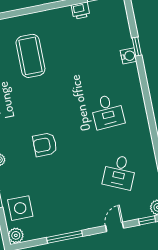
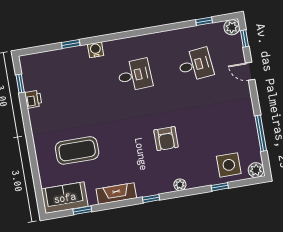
water cooler: (129, 56) -> (96, 50), moved
desk: (119, 172) -> (195, 65), turned -30
window: (65, 237) -> (261, 133), moved

